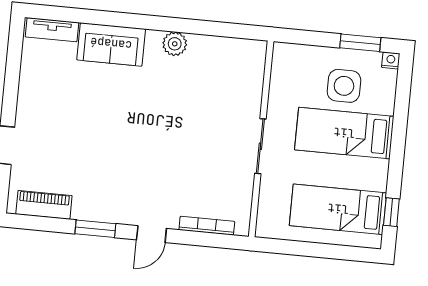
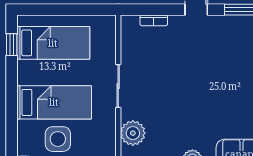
plant: (247, 84) -> (133, 133), added
bookcase: (207, 226) -> (154, 20), width x0.64

